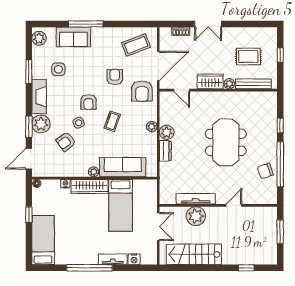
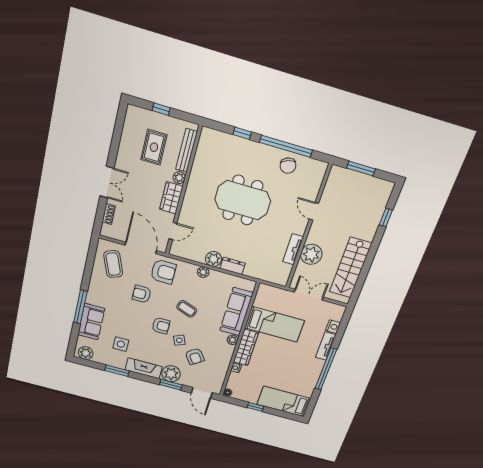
tv unit: (196, 199) -> (293, 249), width x0.71

